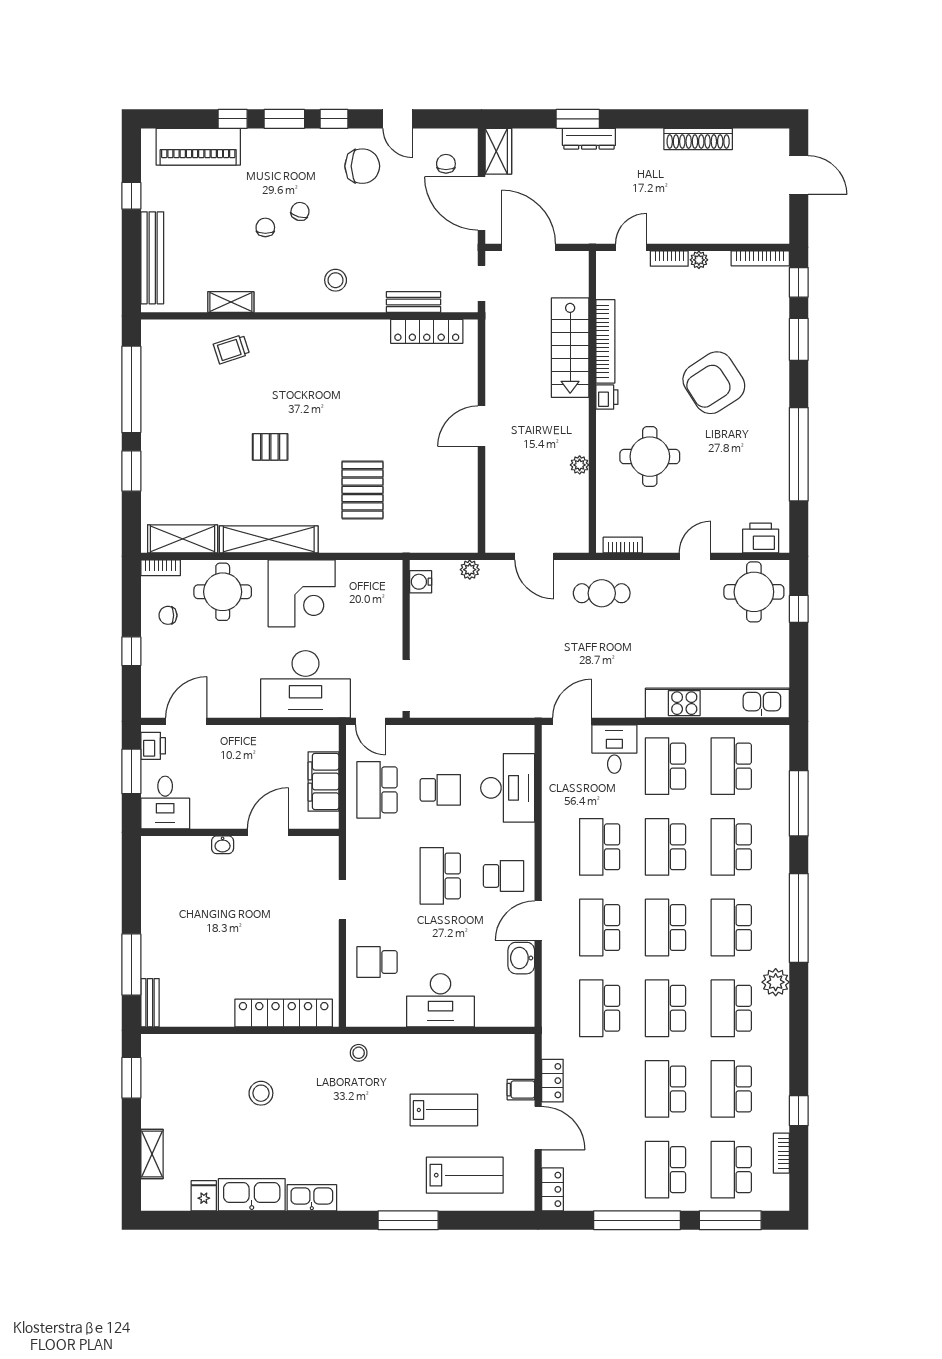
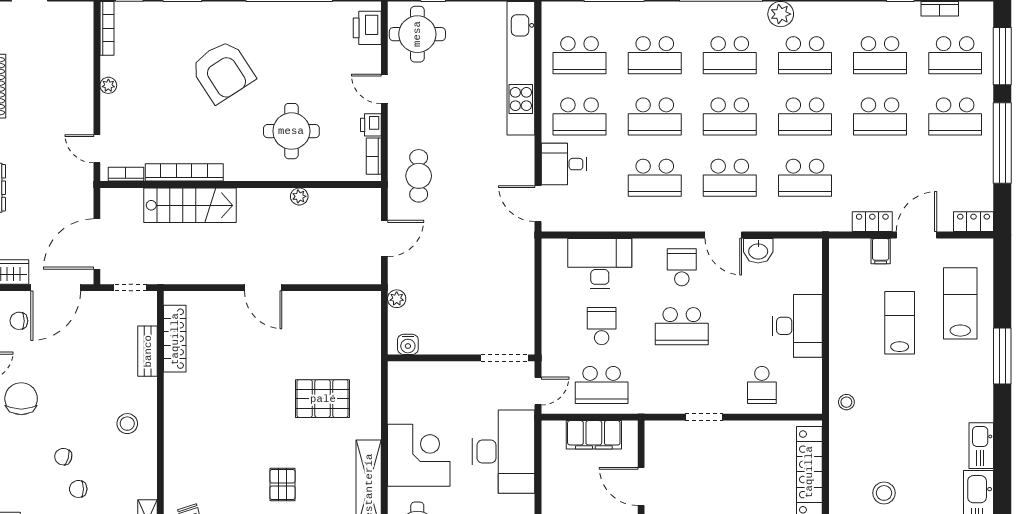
bookcase: (669, 259) -> (126, 174), moved, turned -90
printer: (607, 397) -> (371, 125), moved, turned -90

